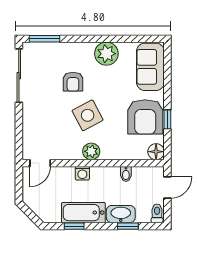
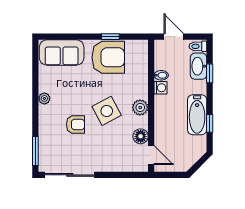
plant: (106, 54) -> (44, 98), width x0.53, depth x0.53
floor lamp: (156, 152) -> (141, 136), moved
washing machine: (82, 173) -> (161, 88), moved
washbasin: (121, 214) -> (199, 66), moved

